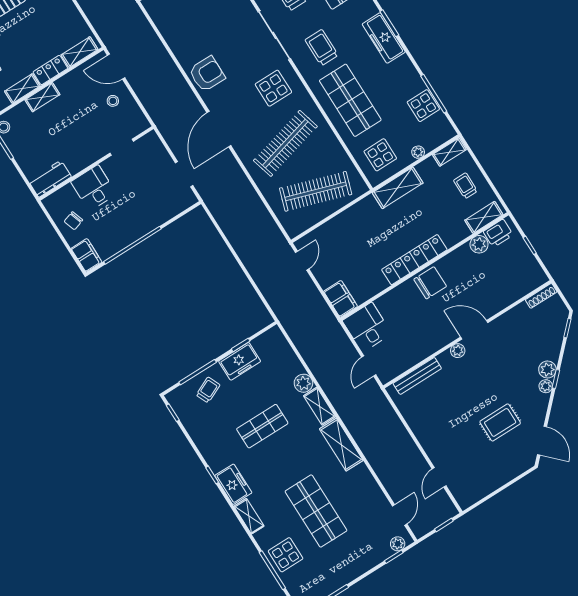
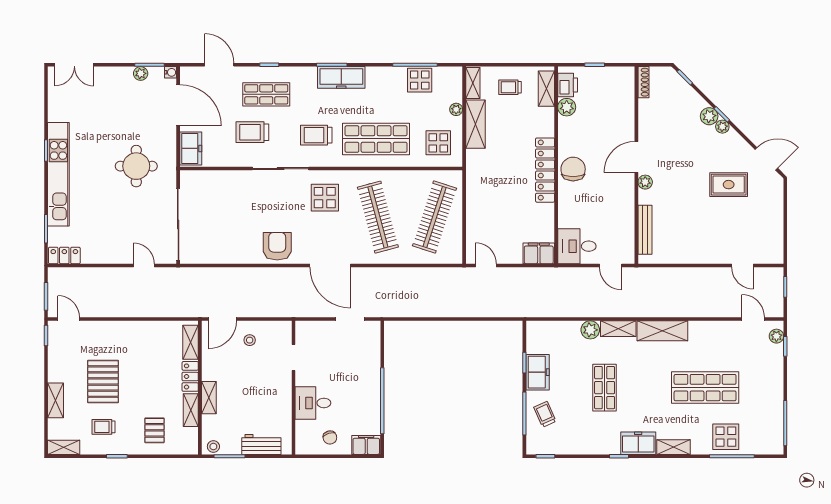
workbench: (50, 179) -> (261, 444), moved, turned 90
shelving: (398, 188) -> (475, 124), moved
rug: (500, 422) -> (729, 185), turned 90

